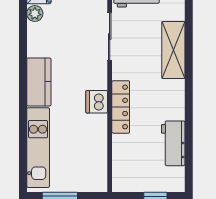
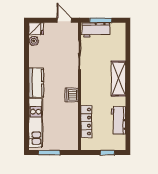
shelving: (173, 50) -> (118, 79), moved
locker: (121, 107) -> (86, 122), moved

